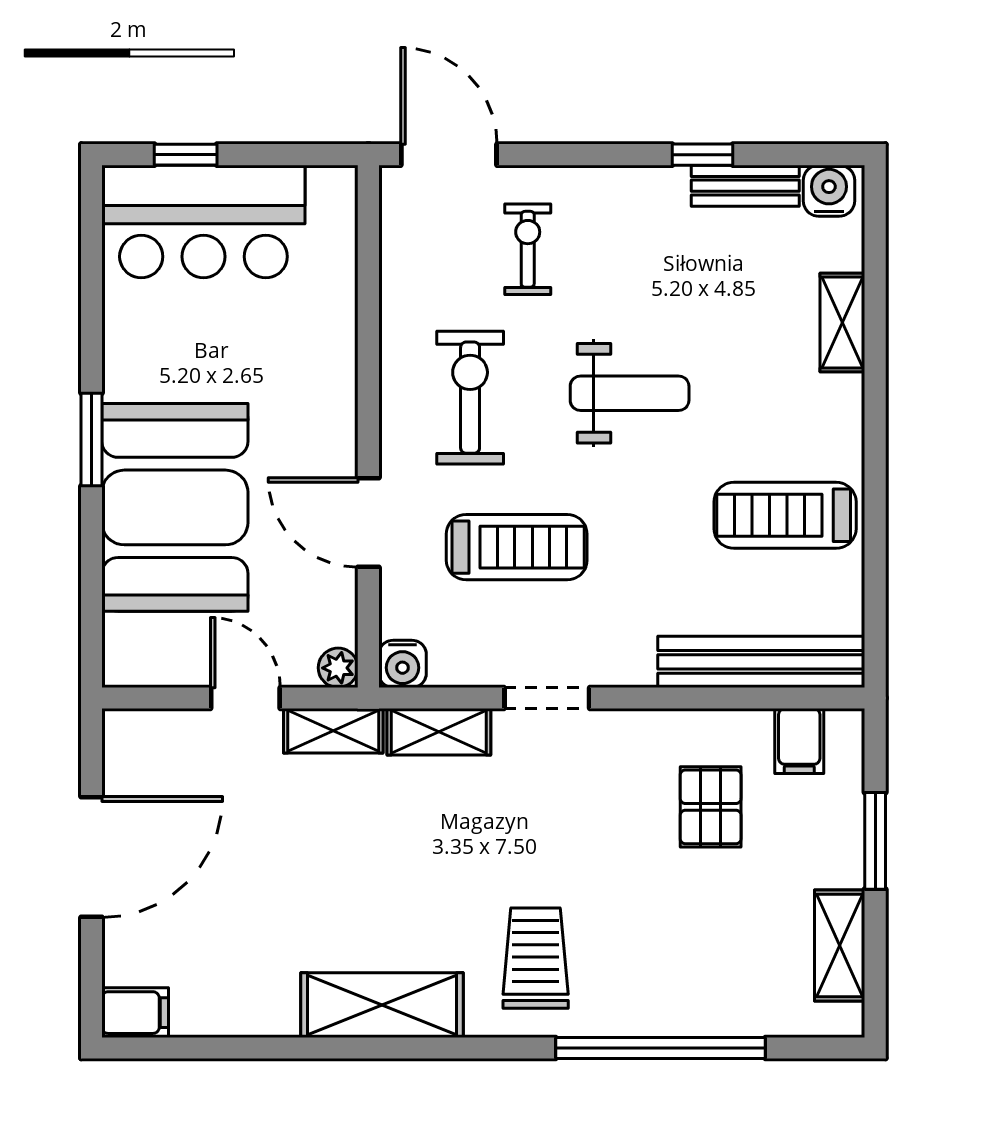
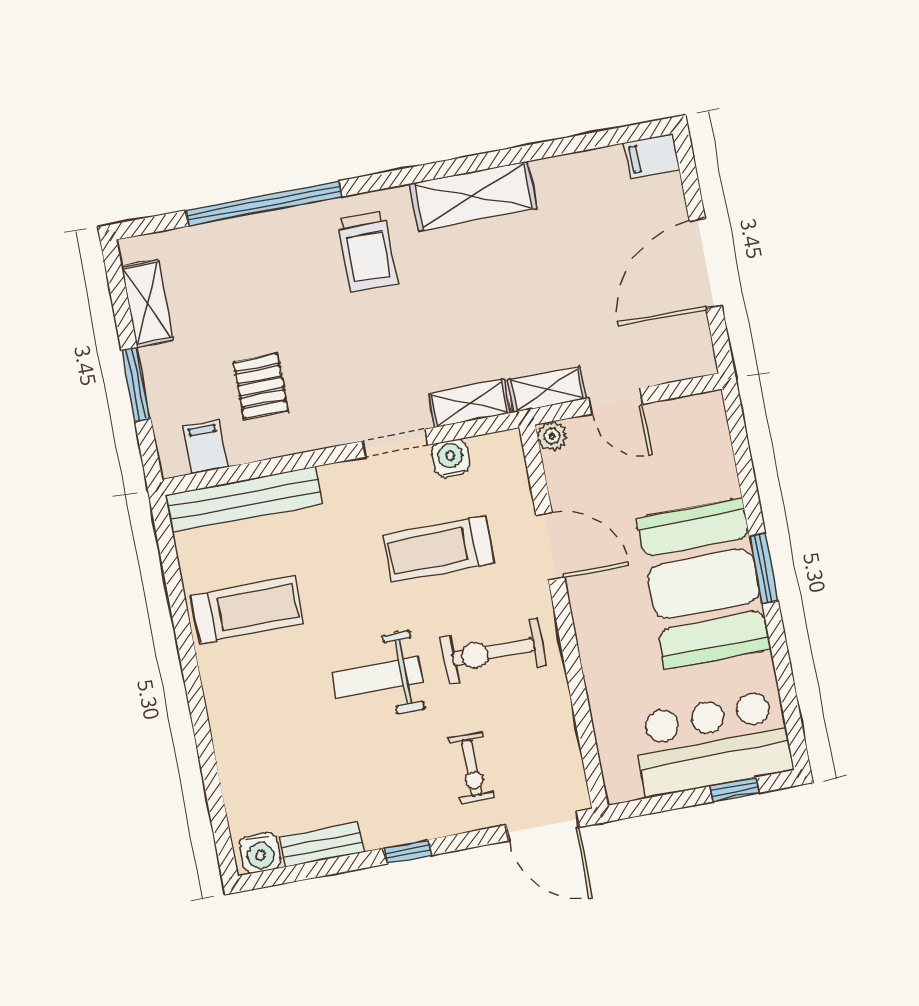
window: (703, 155) -> (408, 852), moved
shelving: (842, 323) -> (232, 758), removed
exercise bike: (470, 398) -> (493, 652), turned 90
booth: (175, 507) -> (704, 584), moved
water cooler: (402, 664) -> (451, 458), moved

